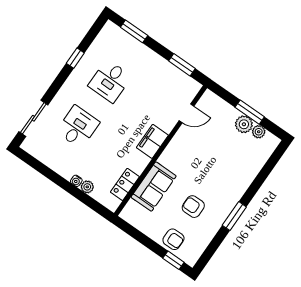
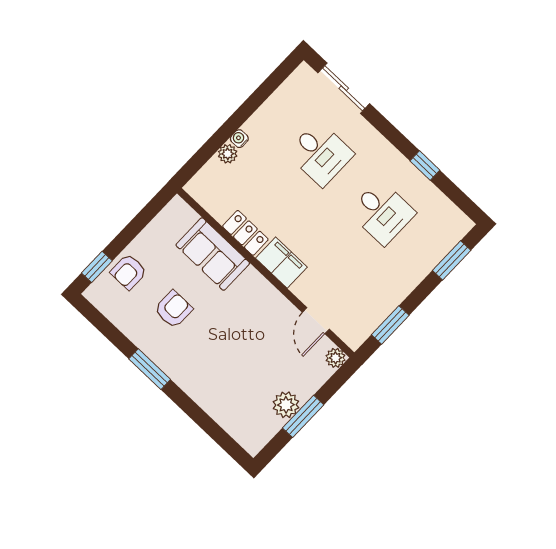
desk: (110, 81) -> (382, 212), turned 180
plant: (259, 132) -> (335, 358), moved
locker: (125, 184) -> (245, 233), moved

